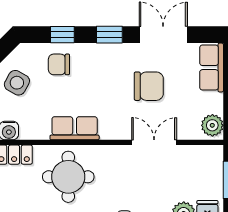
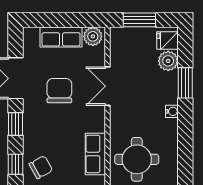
chair: (59, 64) -> (41, 167), turned -119
row of seats: (212, 68) -> (61, 37), moved

